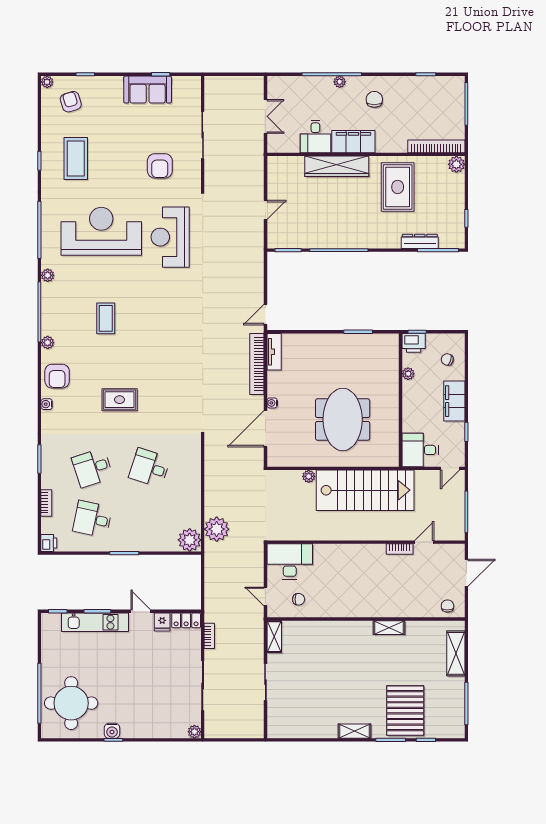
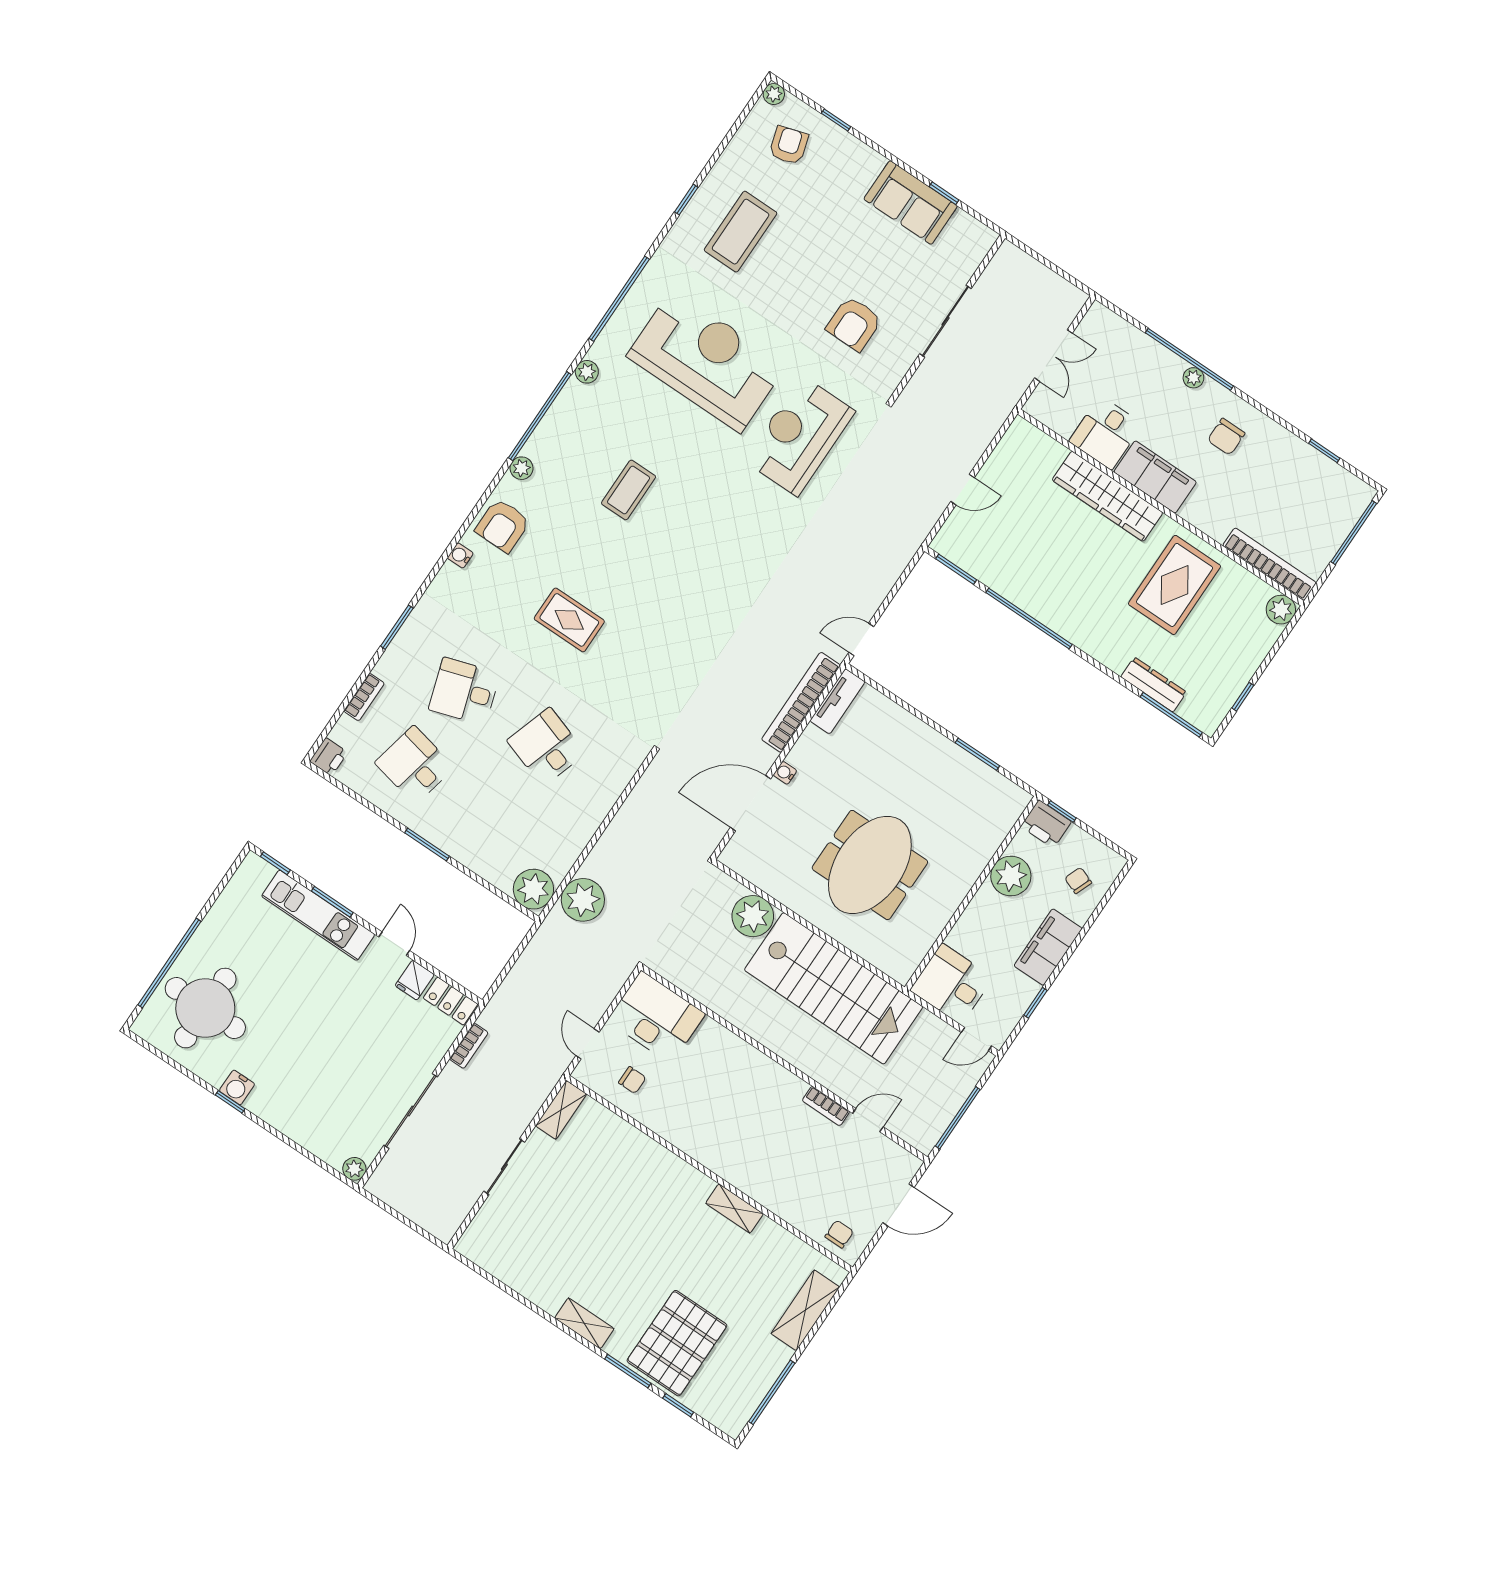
chair: (374, 99) -> (1226, 437), turned 180
plant: (408, 374) -> (1011, 876), width x1.87, depth x1.87
plant: (309, 476) -> (753, 916), width x1.88, depth x1.88

